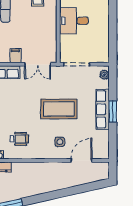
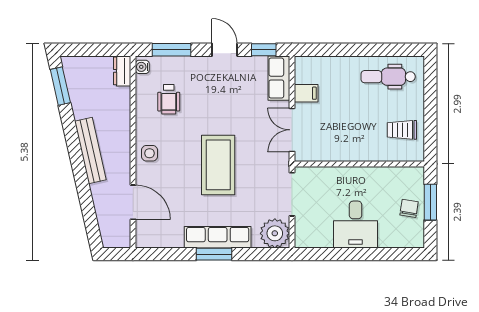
desk: (74, 21) -> (356, 225), moved, turned 180
plant: (104, 75) -> (275, 233), width x1.87, depth x1.87
side table: (60, 142) -> (150, 153), moved
bench: (50, 186) -> (90, 151), added

